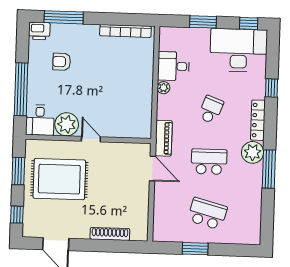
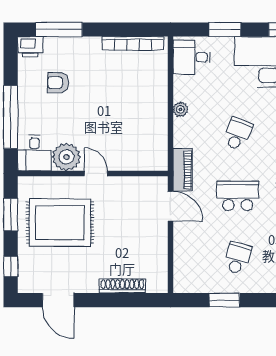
desk: (174, 66) -> (192, 57), moved
school desk: (207, 214) -> (238, 258), width x0.54

